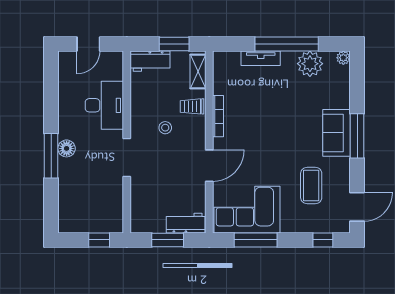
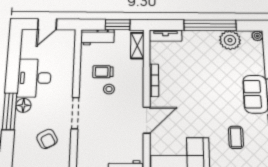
tv unit: (261, 58) -> (166, 36), moved
desk: (104, 105) -> (34, 78), moved, turned 180
trolley: (192, 106) -> (103, 72), moved
coffee table: (311, 186) -> (236, 137), width x0.73, depth x0.77
armchair: (96, 189) -> (47, 139), added

